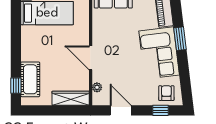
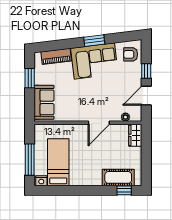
window: (180, 39) -> (94, 41), moved
wardrobe: (71, 98) -> (135, 135), width x0.67
window: (160, 110) -> (146, 71), moved

